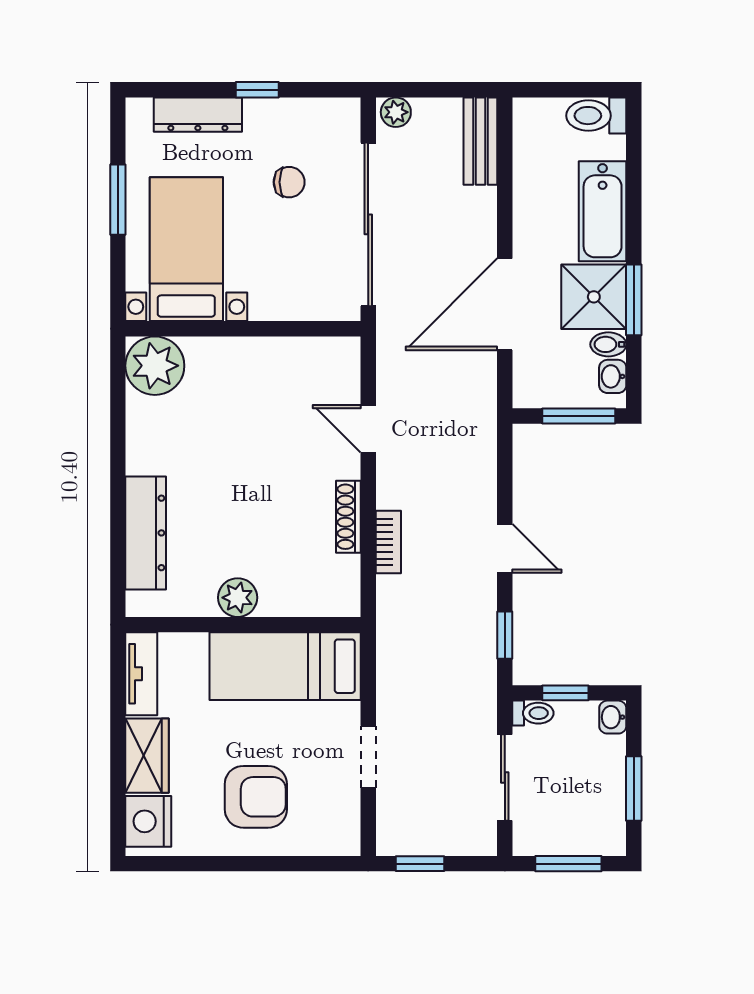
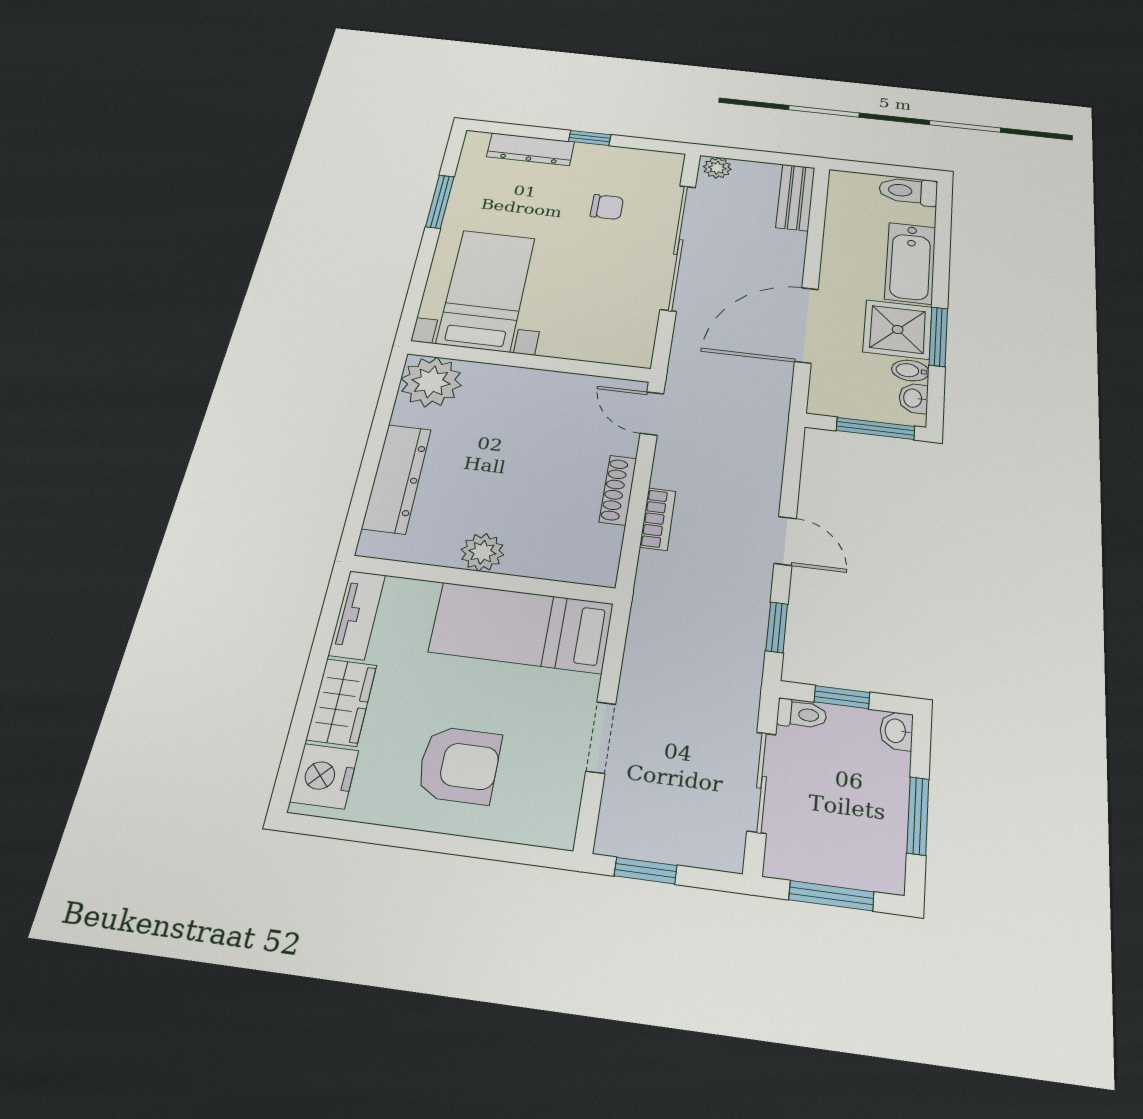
bed with nightstands: (186, 249) -> (486, 290), moved
wall: (243, 329) -> (529, 361), moved
plant: (155, 366) -> (431, 382), moved

